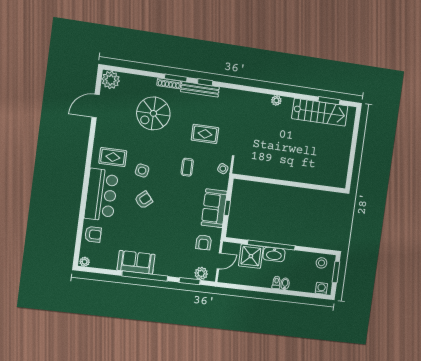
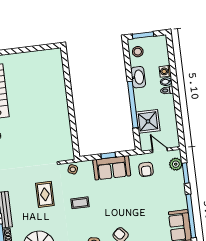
armchair: (204, 242) -> (146, 169), turned 90
washbasin: (274, 254) -> (138, 77), moved
washing machine: (321, 288) -> (165, 71), moved

